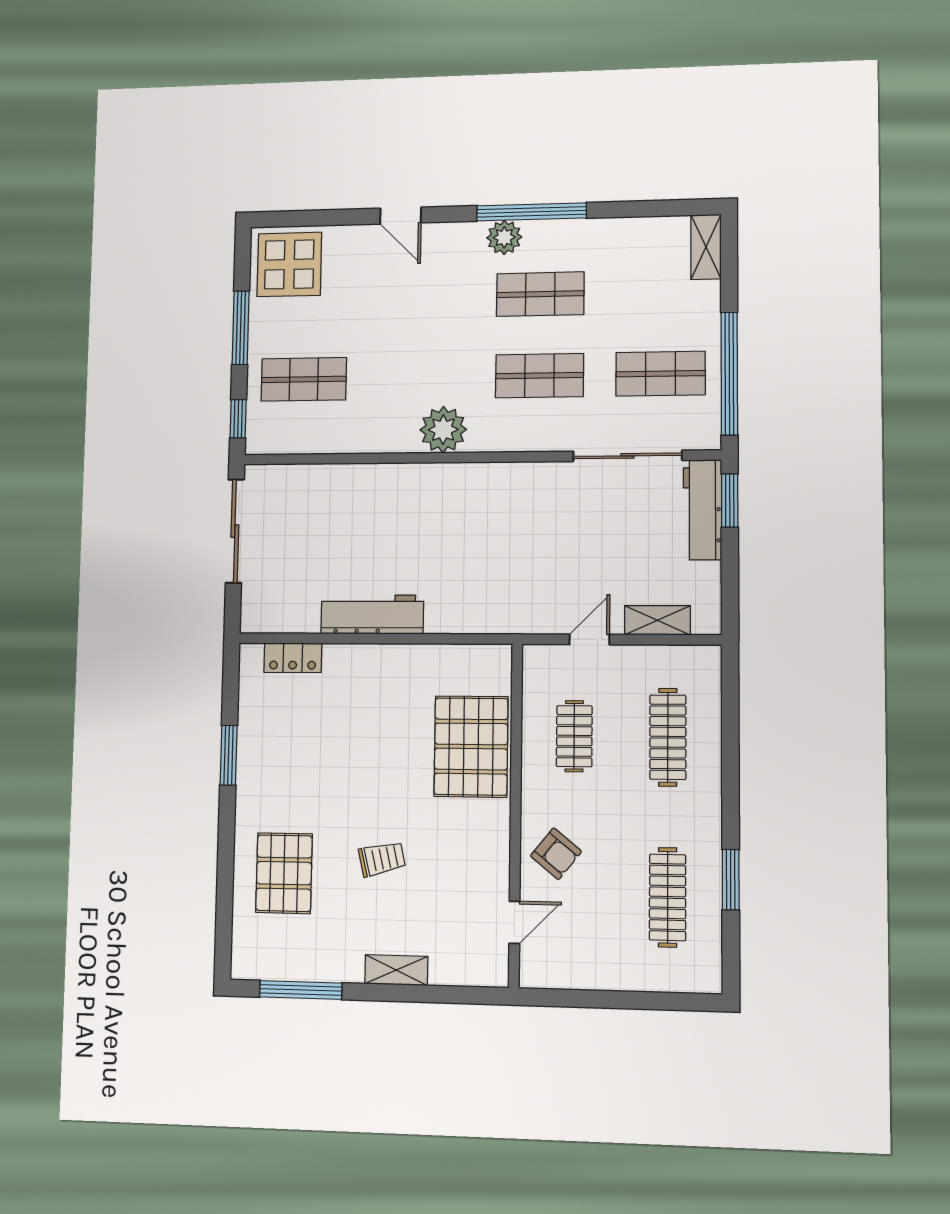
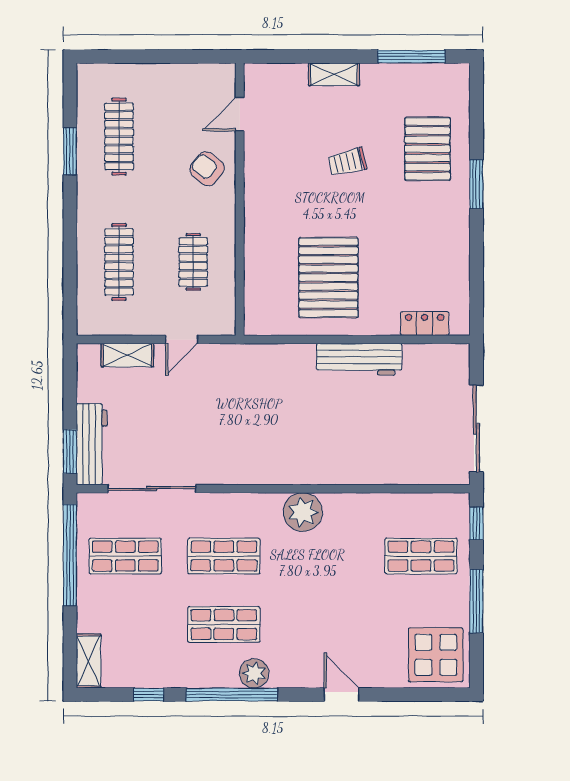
window: (632, 209) -> (149, 694), added
pallet: (471, 746) -> (328, 278), moved
window: (229, 755) -> (476, 184), moved

